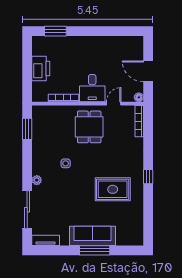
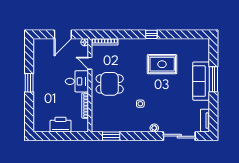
window: (55, 31) -> (29, 83), moved
rug: (113, 189) -> (162, 64), turned 90

